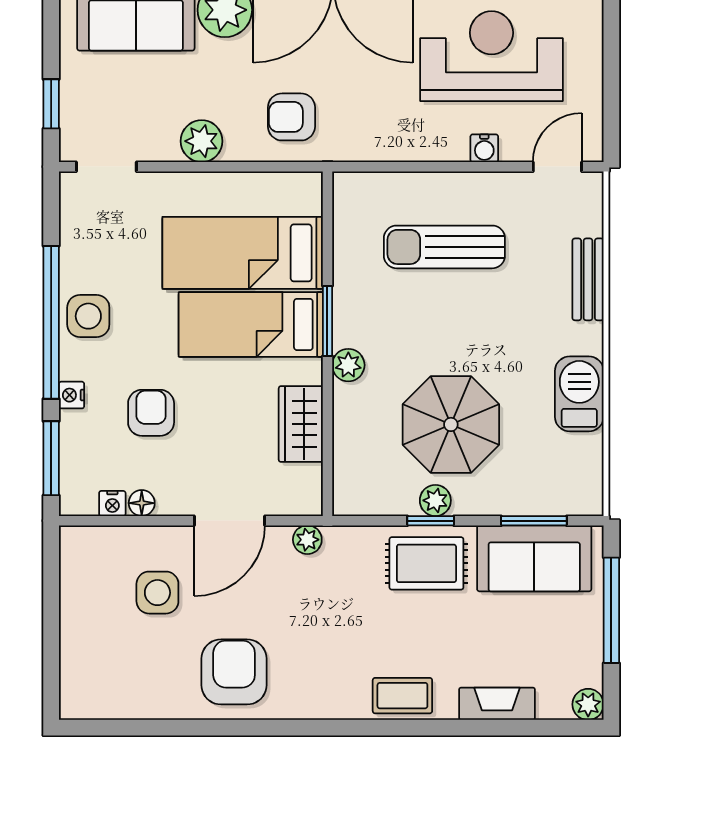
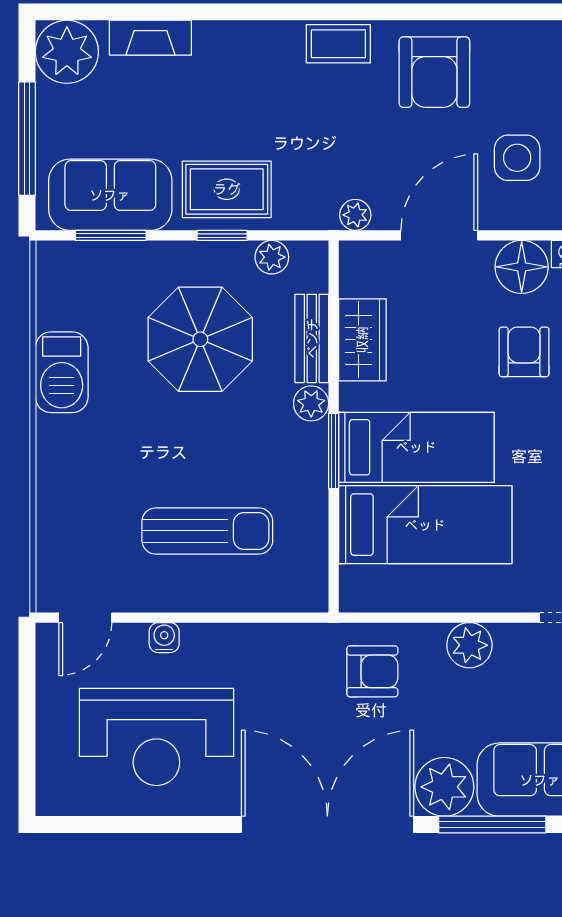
bench: (588, 279) -> (312, 338), moved
armchair: (151, 413) -> (524, 352), turned 180
plant: (435, 500) -> (272, 257), moved
floor lamp: (142, 503) -> (522, 267), width x1.89, depth x1.89
coffee table: (402, 696) -> (338, 44), moved
plant: (588, 704) -> (67, 52), width x1.87, depth x1.87

